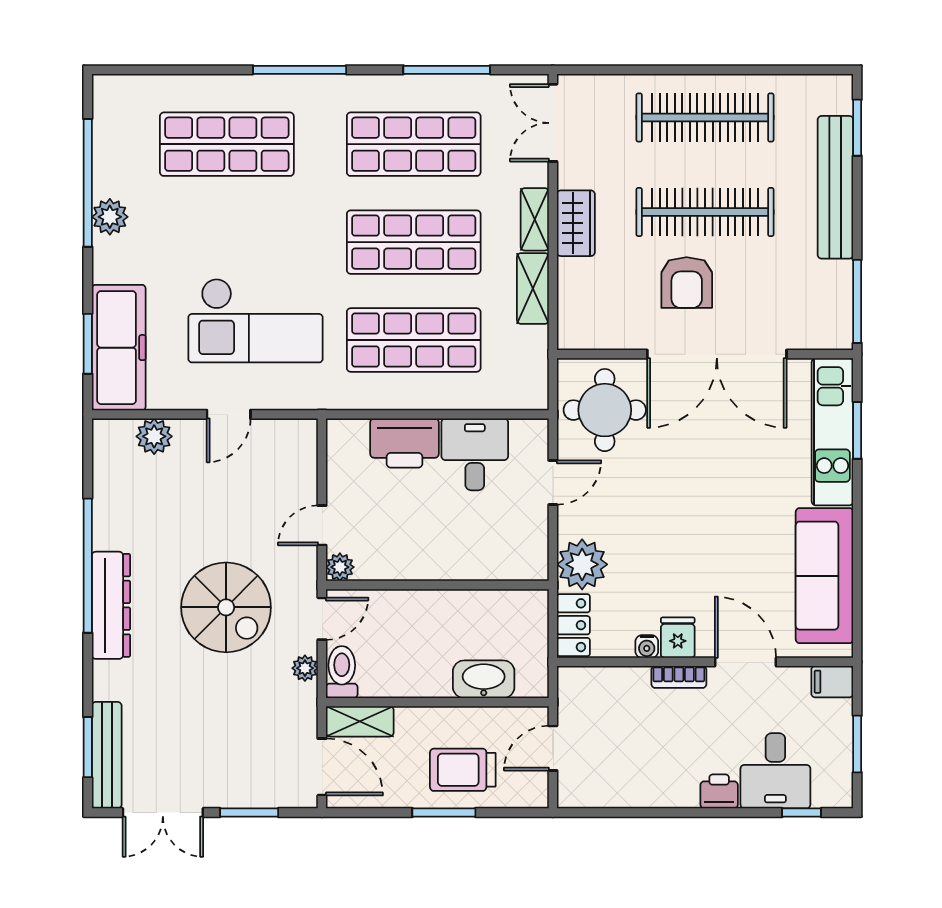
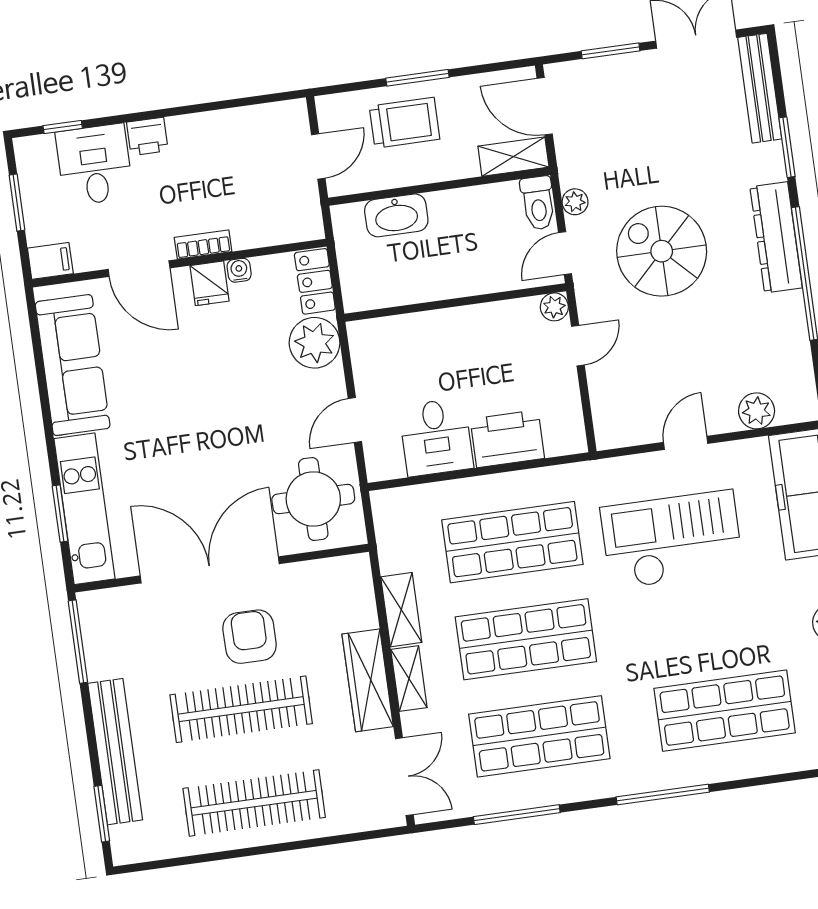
wardrobe: (576, 223) -> (368, 680), width x1.50
window: (88, 747) -> (787, 147), moved

